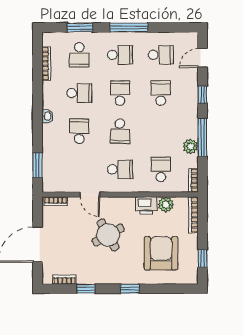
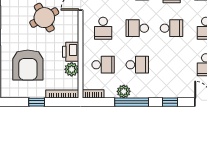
school desk: (161, 93) -> (137, 65), moved
armchair: (161, 253) -> (28, 65), turned 90
window: (202, 258) -> (37, 102), moved

